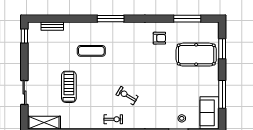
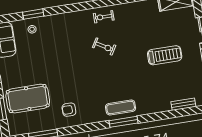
exercise mat: (91, 51) -> (121, 108), moved
treadmill: (69, 87) -> (165, 55), moved, turned -90
exercise bike: (127, 96) -> (104, 46), moved

